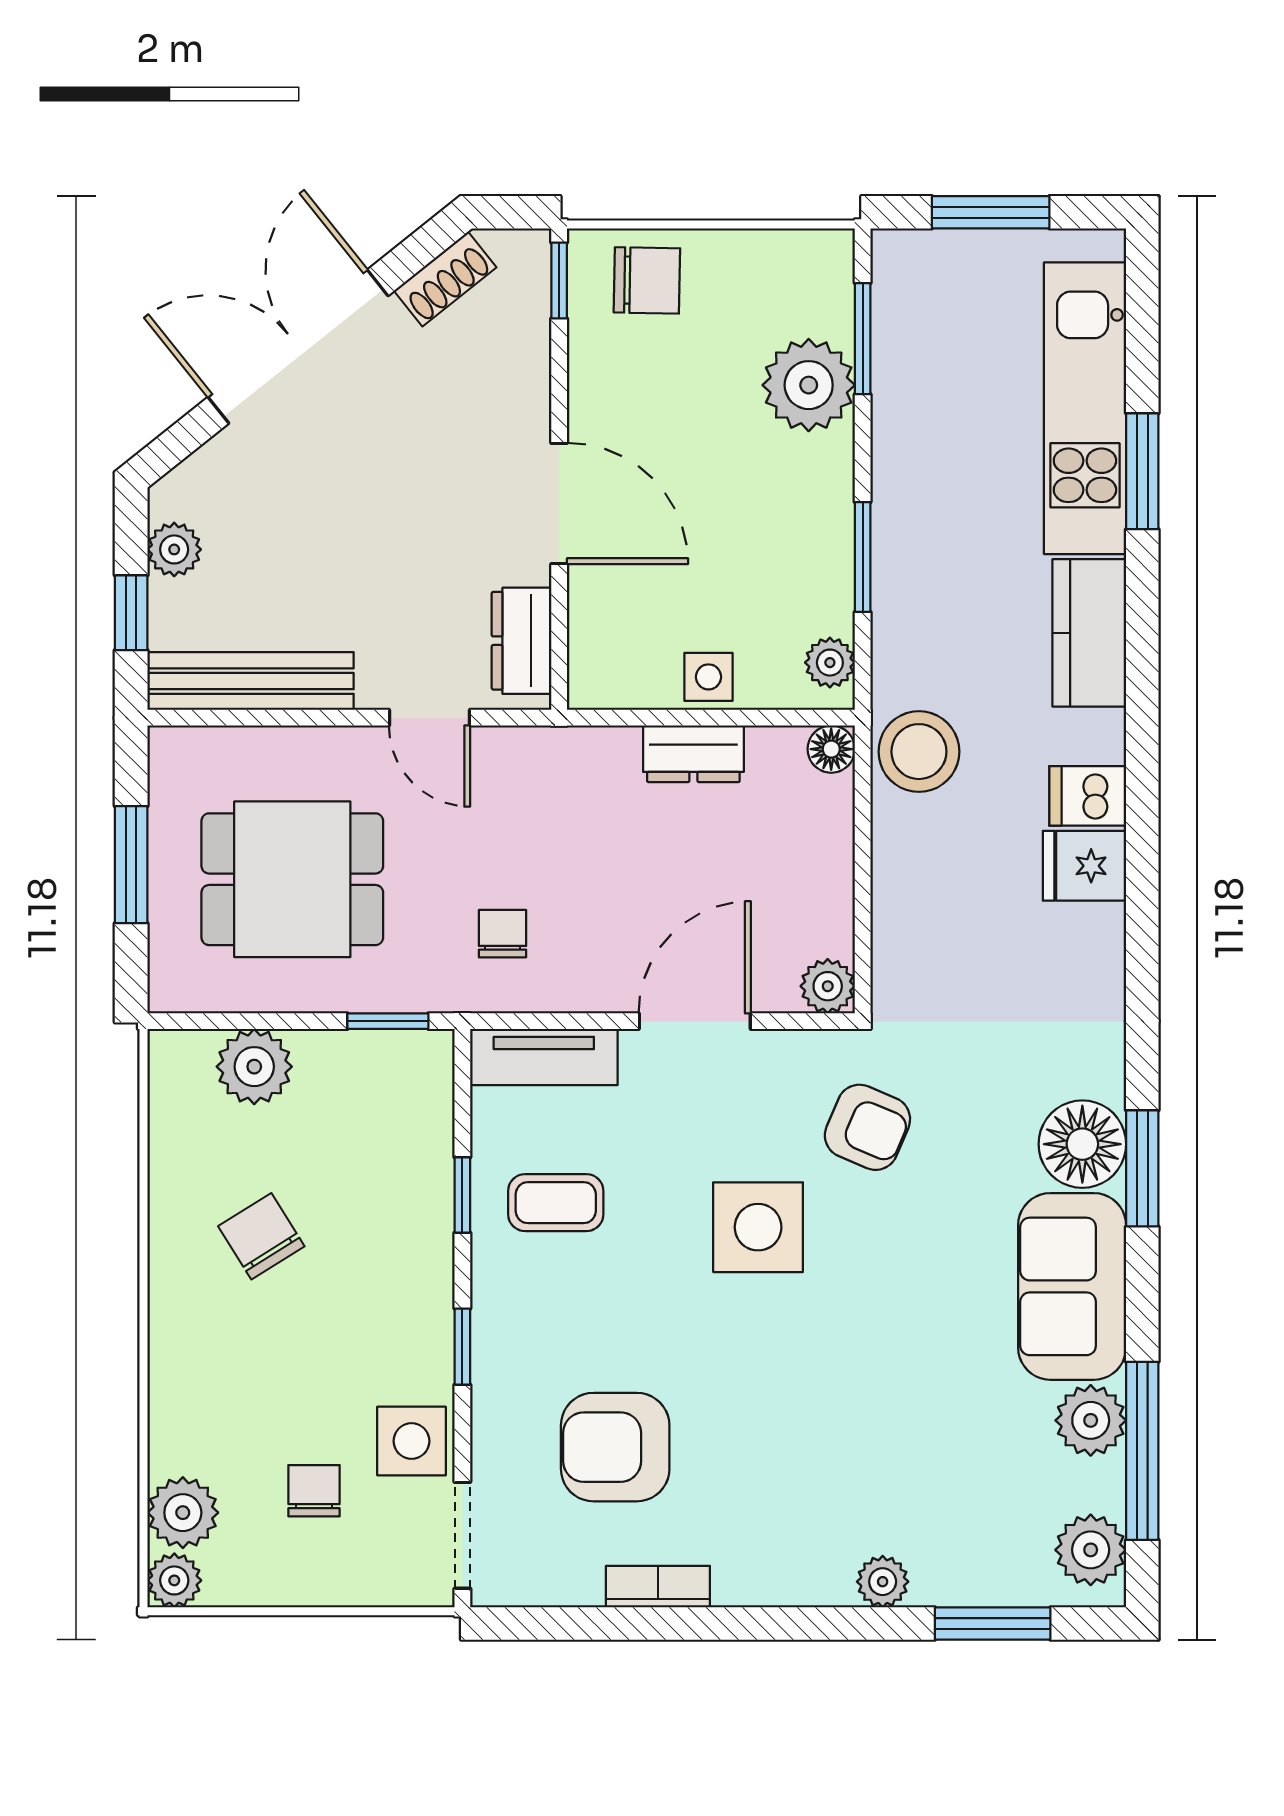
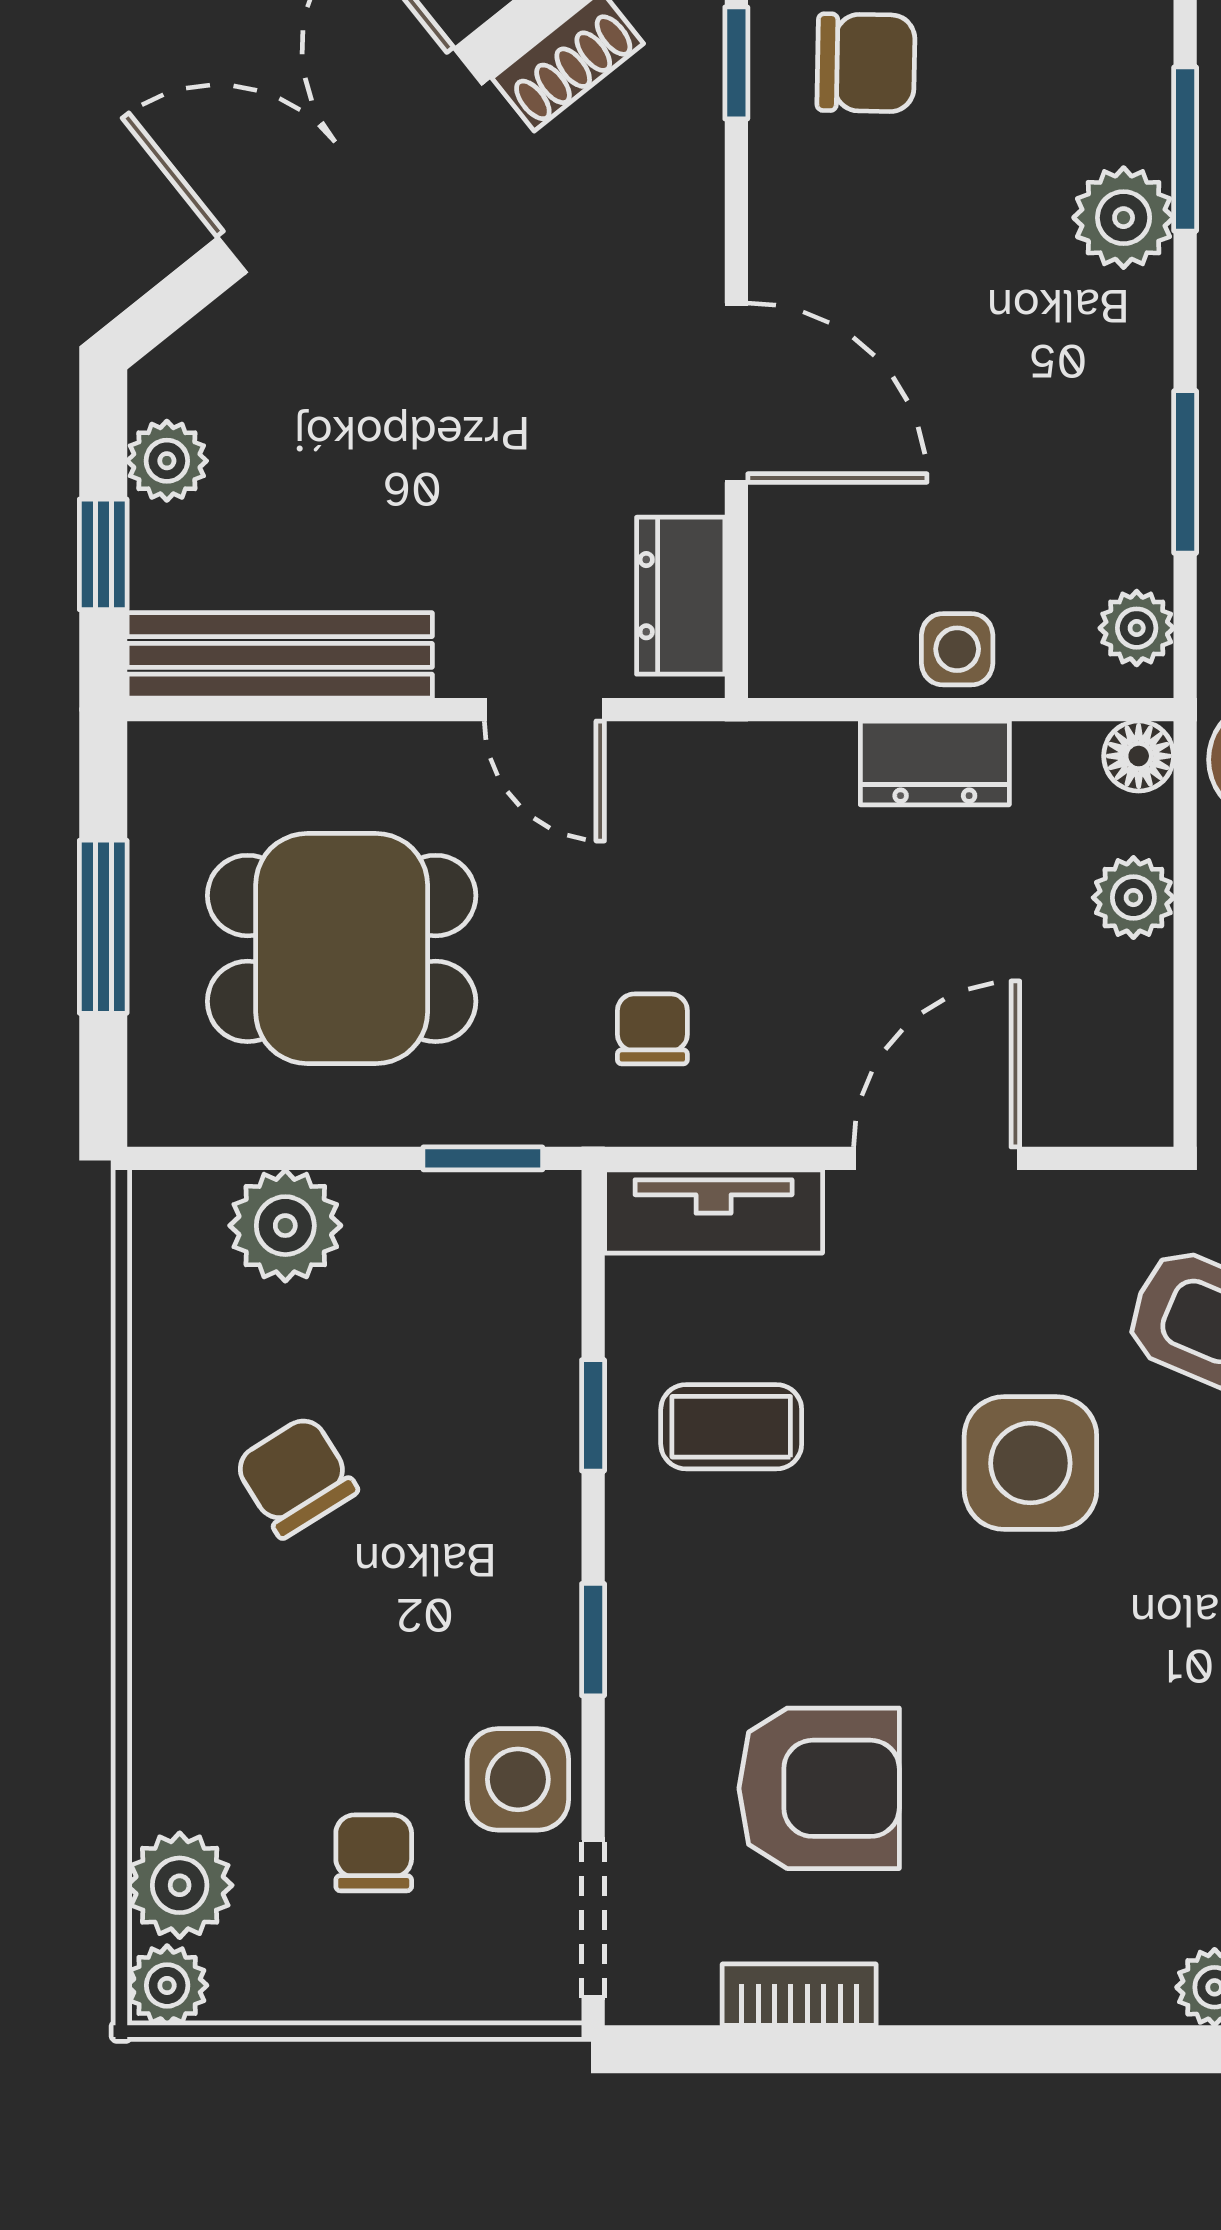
plant: (809, 385) -> (1124, 218), width x0.73, depth x0.73
plant: (828, 986) -> (1133, 898), moved
armchair: (615, 1447) -> (819, 1788), turned 180
bookcase: (658, 1587) -> (799, 1995), moved

